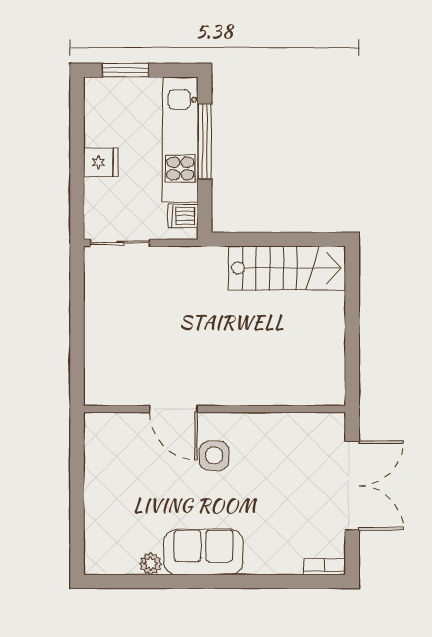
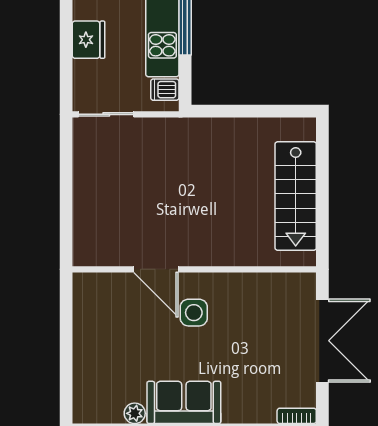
fridge: (101, 162) -> (89, 40), width x1.38
stairs: (287, 268) -> (296, 196), moved, turned 90

